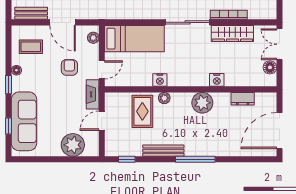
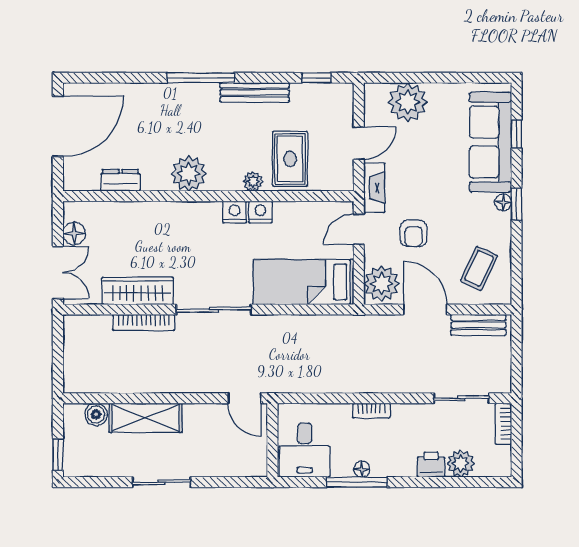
plant: (93, 38) -> (382, 284), width x1.88, depth x1.88
coffee table: (31, 47) -> (479, 268), turned -65
floor lamp: (16, 70) -> (503, 202), moved
nightstand: (217, 80) -> (235, 212), moved

